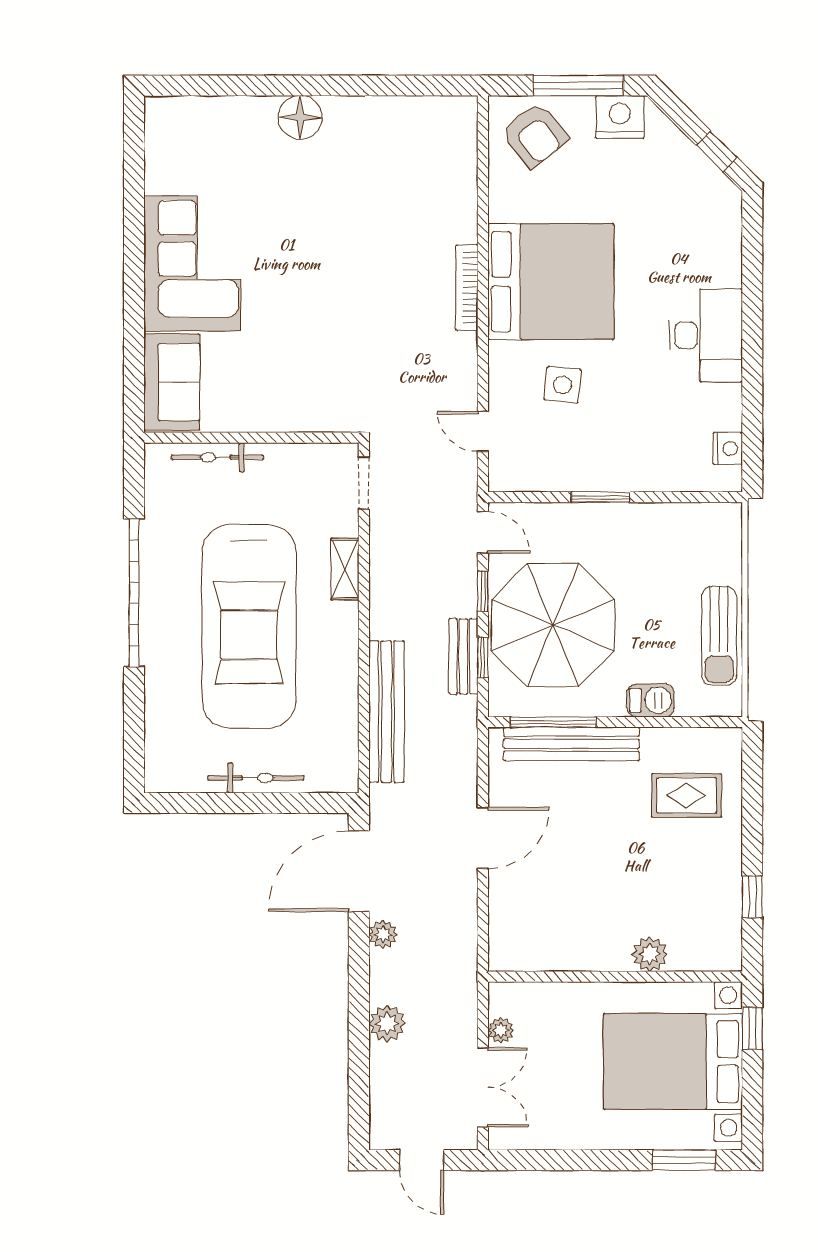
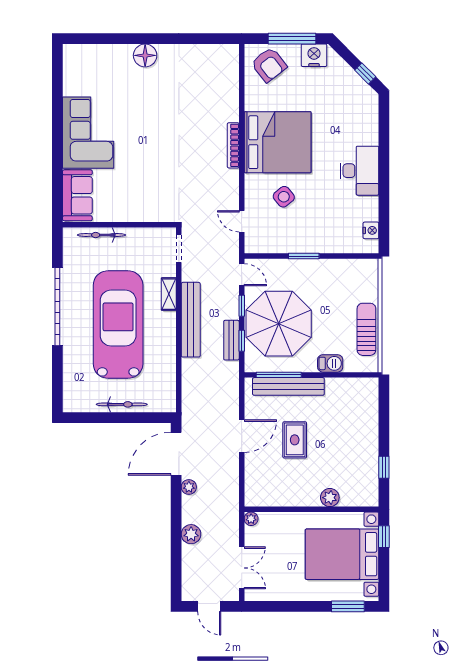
side table: (563, 385) -> (284, 197), turned 45
car: (249, 627) -> (118, 324), turned 180
sun lounger: (719, 636) -> (366, 329), turned 180
bench: (386, 712) -> (191, 320), moved
rug: (687, 795) -> (295, 440), moved, turned 90
plant: (501, 1030) -> (251, 519), moved

